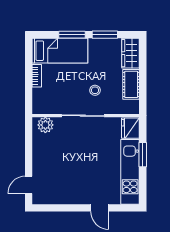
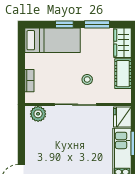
window: (72, 35) -> (64, 24), width x0.67
bookcase: (37, 76) -> (29, 81), moved

